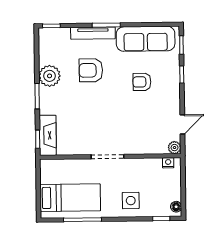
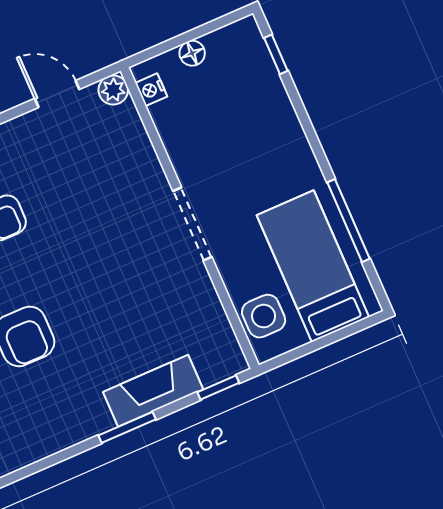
plant: (50, 76) -> (73, 419), removed
fireplace: (48, 135) -> (153, 391), moved
side table: (131, 201) -> (264, 316), moved
floor lamp: (176, 207) -> (192, 53), moved

